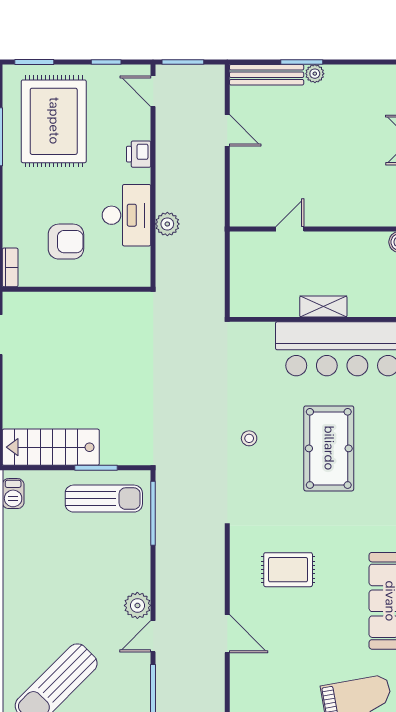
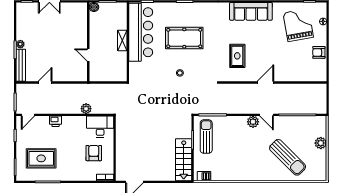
rug: (54, 121) -> (41, 158), width x0.73, depth x0.69
desk: (126, 215) -> (100, 127), moved

